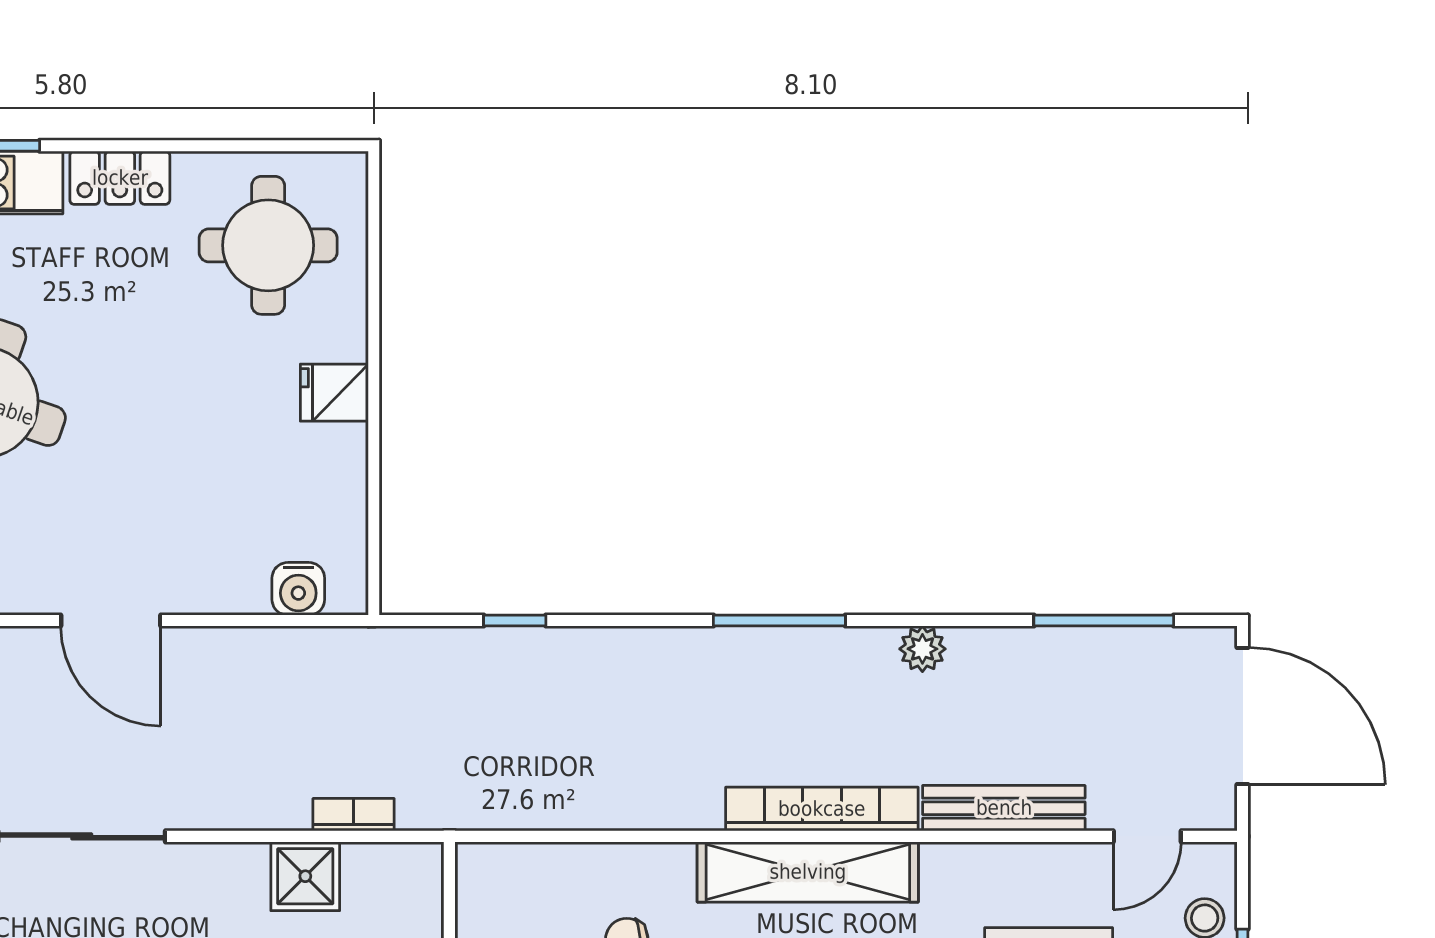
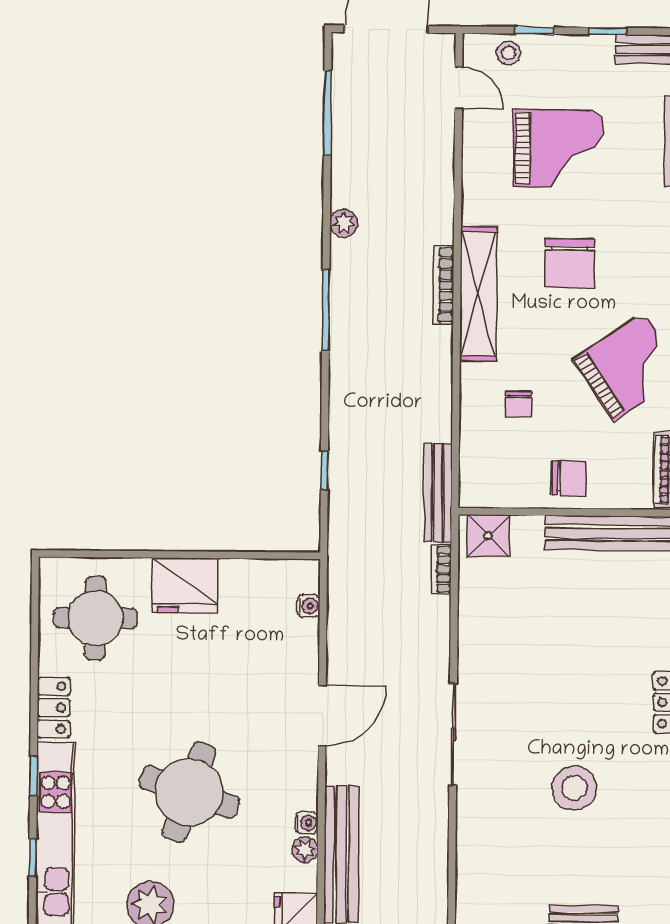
fridge: (334, 393) -> (185, 586), width x1.88, depth x1.34
water cooler: (298, 589) -> (308, 606), width x0.72, depth x0.72
bench: (1004, 808) -> (438, 493), moved
bookcase: (822, 809) -> (444, 285), width x0.68, depth x0.76
shower: (305, 876) -> (488, 536), moved

